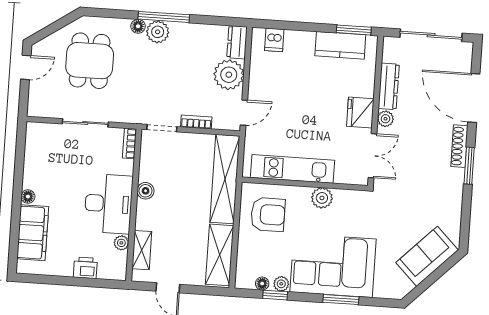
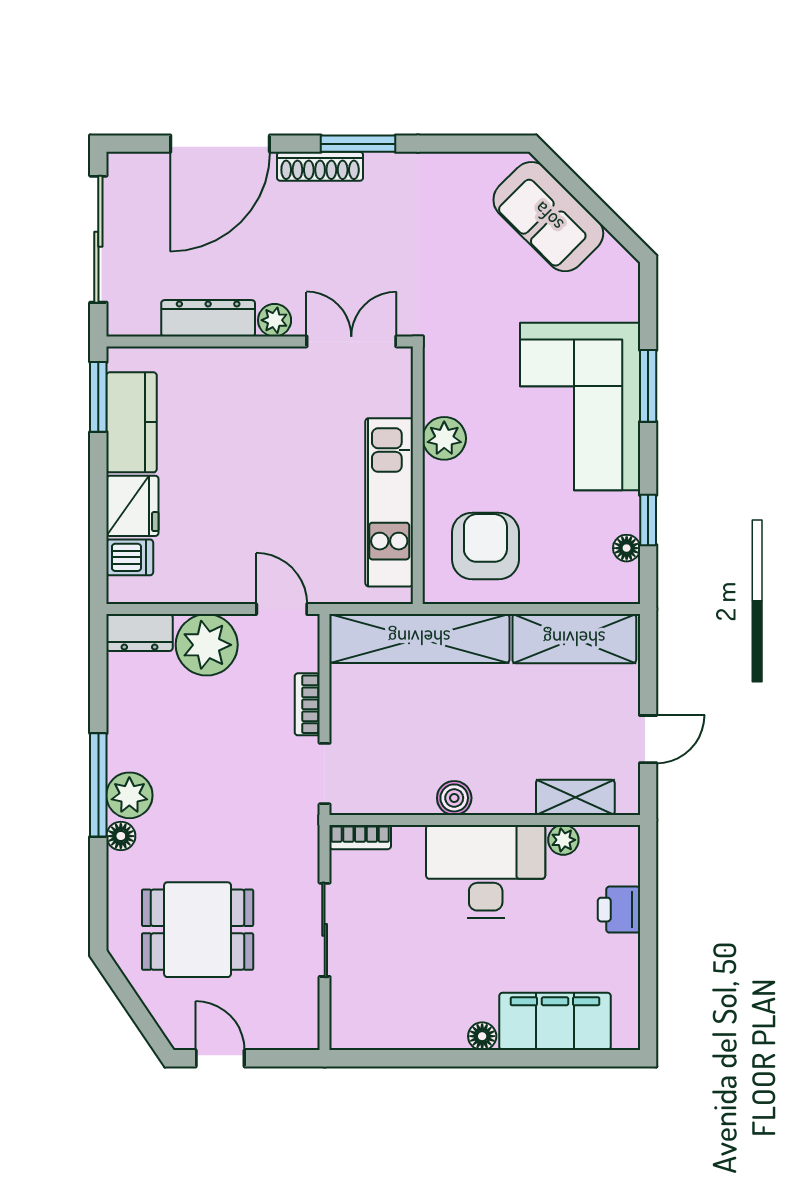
fridge: (360, 112) -> (132, 506), moved, turned -90
plant: (281, 284) -> (624, 509), removed

